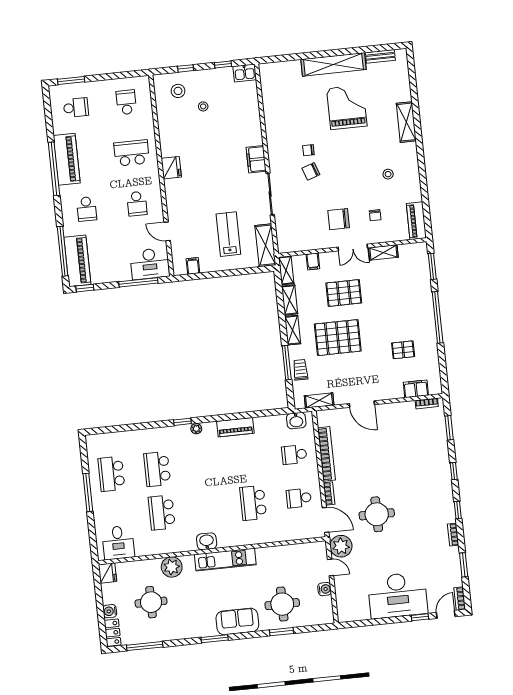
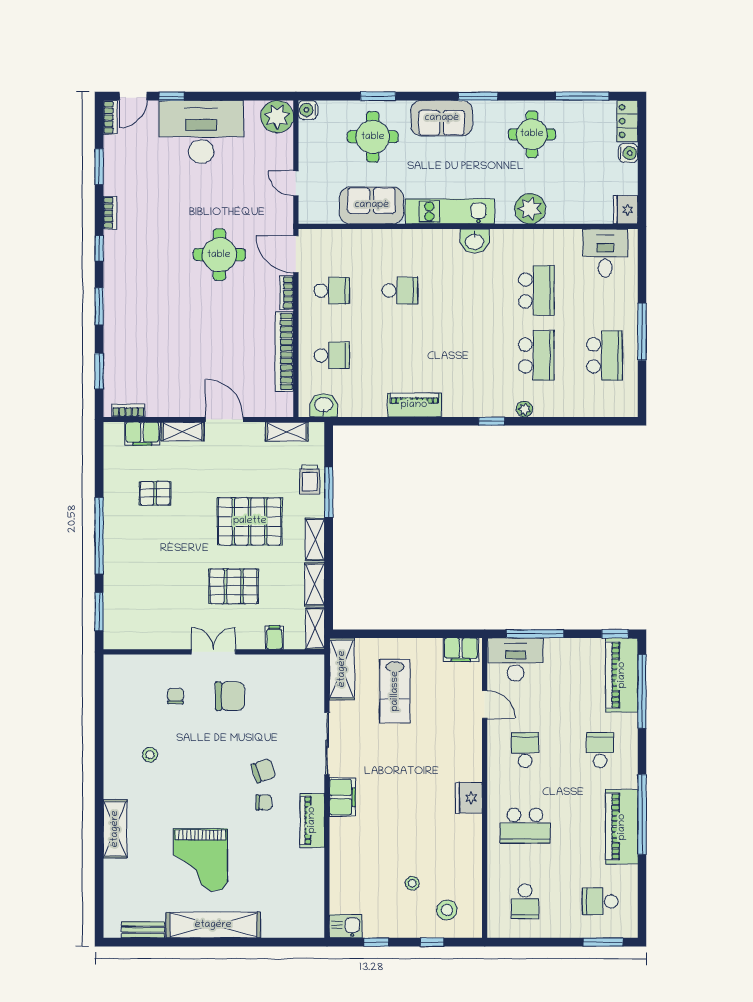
piano: (416, 221) -> (312, 820), moved, turned 180
shelving: (383, 252) -> (183, 432), moved
filing cabinet: (193, 266) -> (461, 650), width x2.00
plant: (196, 429) -> (524, 409), moved
window: (454, 471) -> (99, 306), width x1.50
school desk: (253, 503) -> (400, 291), width x0.54
plant: (341, 546) -> (277, 117), moved
sofa: (278, 558) -> (372, 205), added
water cooler: (325, 589) -> (308, 110), moved
round table: (151, 602) -> (532, 134), moved

